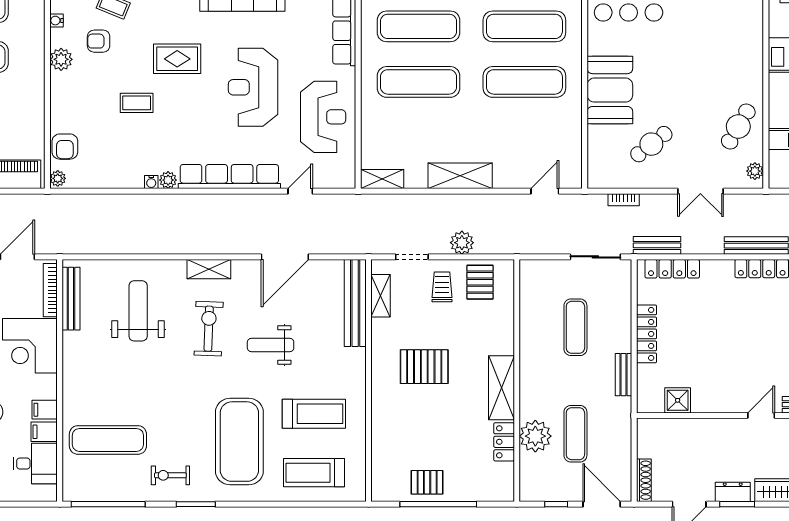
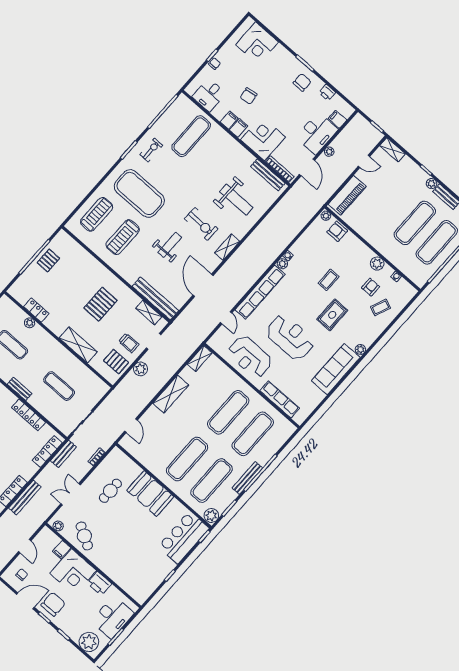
cafe table: (651, 144) -> (110, 491), turned 38
shelving: (501, 388) -> (78, 345), moved
filing cabinet: (44, 432) -> (238, 128), moved
plant: (535, 436) -> (30, 323), width x0.53, depth x0.53

